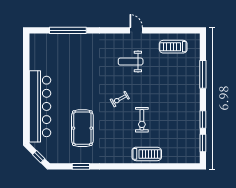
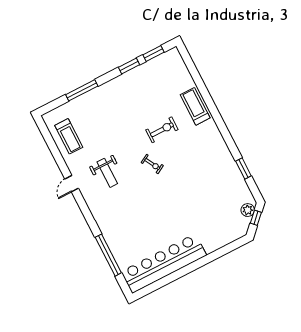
bar counter: (40, 106) -> (164, 263), moved
pool table: (82, 128) -> (203, 187), removed
plant: (48, 153) -> (248, 210), added

